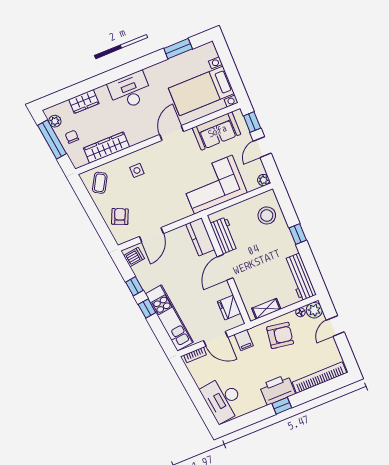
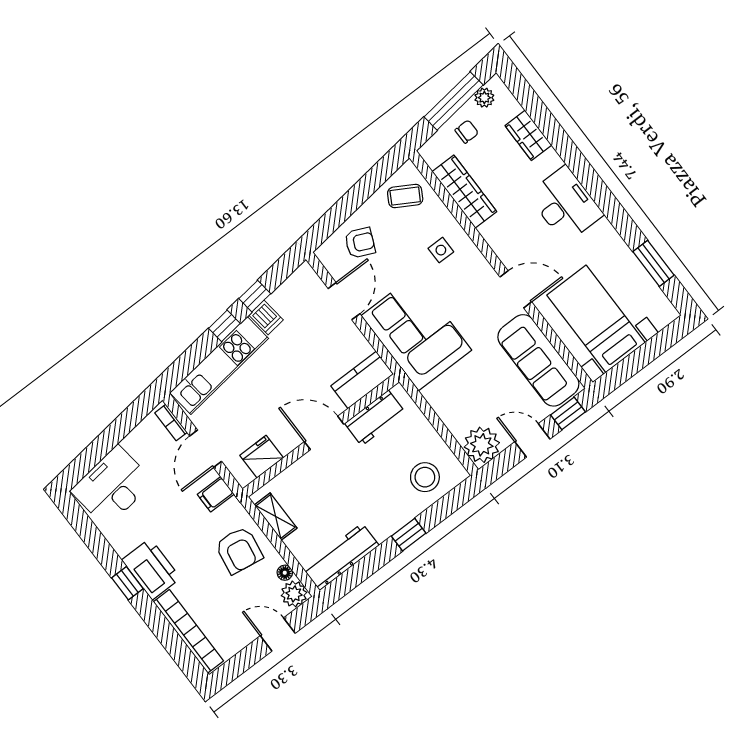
sofa: (217, 131) -> (538, 360), width x1.36
plant: (263, 180) -> (482, 445), width x1.88, depth x1.88
corner sofa: (213, 185) -> (416, 333), moved
door: (151, 235) -> (344, 301), swing flipped
dishwasher: (134, 257) -> (266, 317), moved

